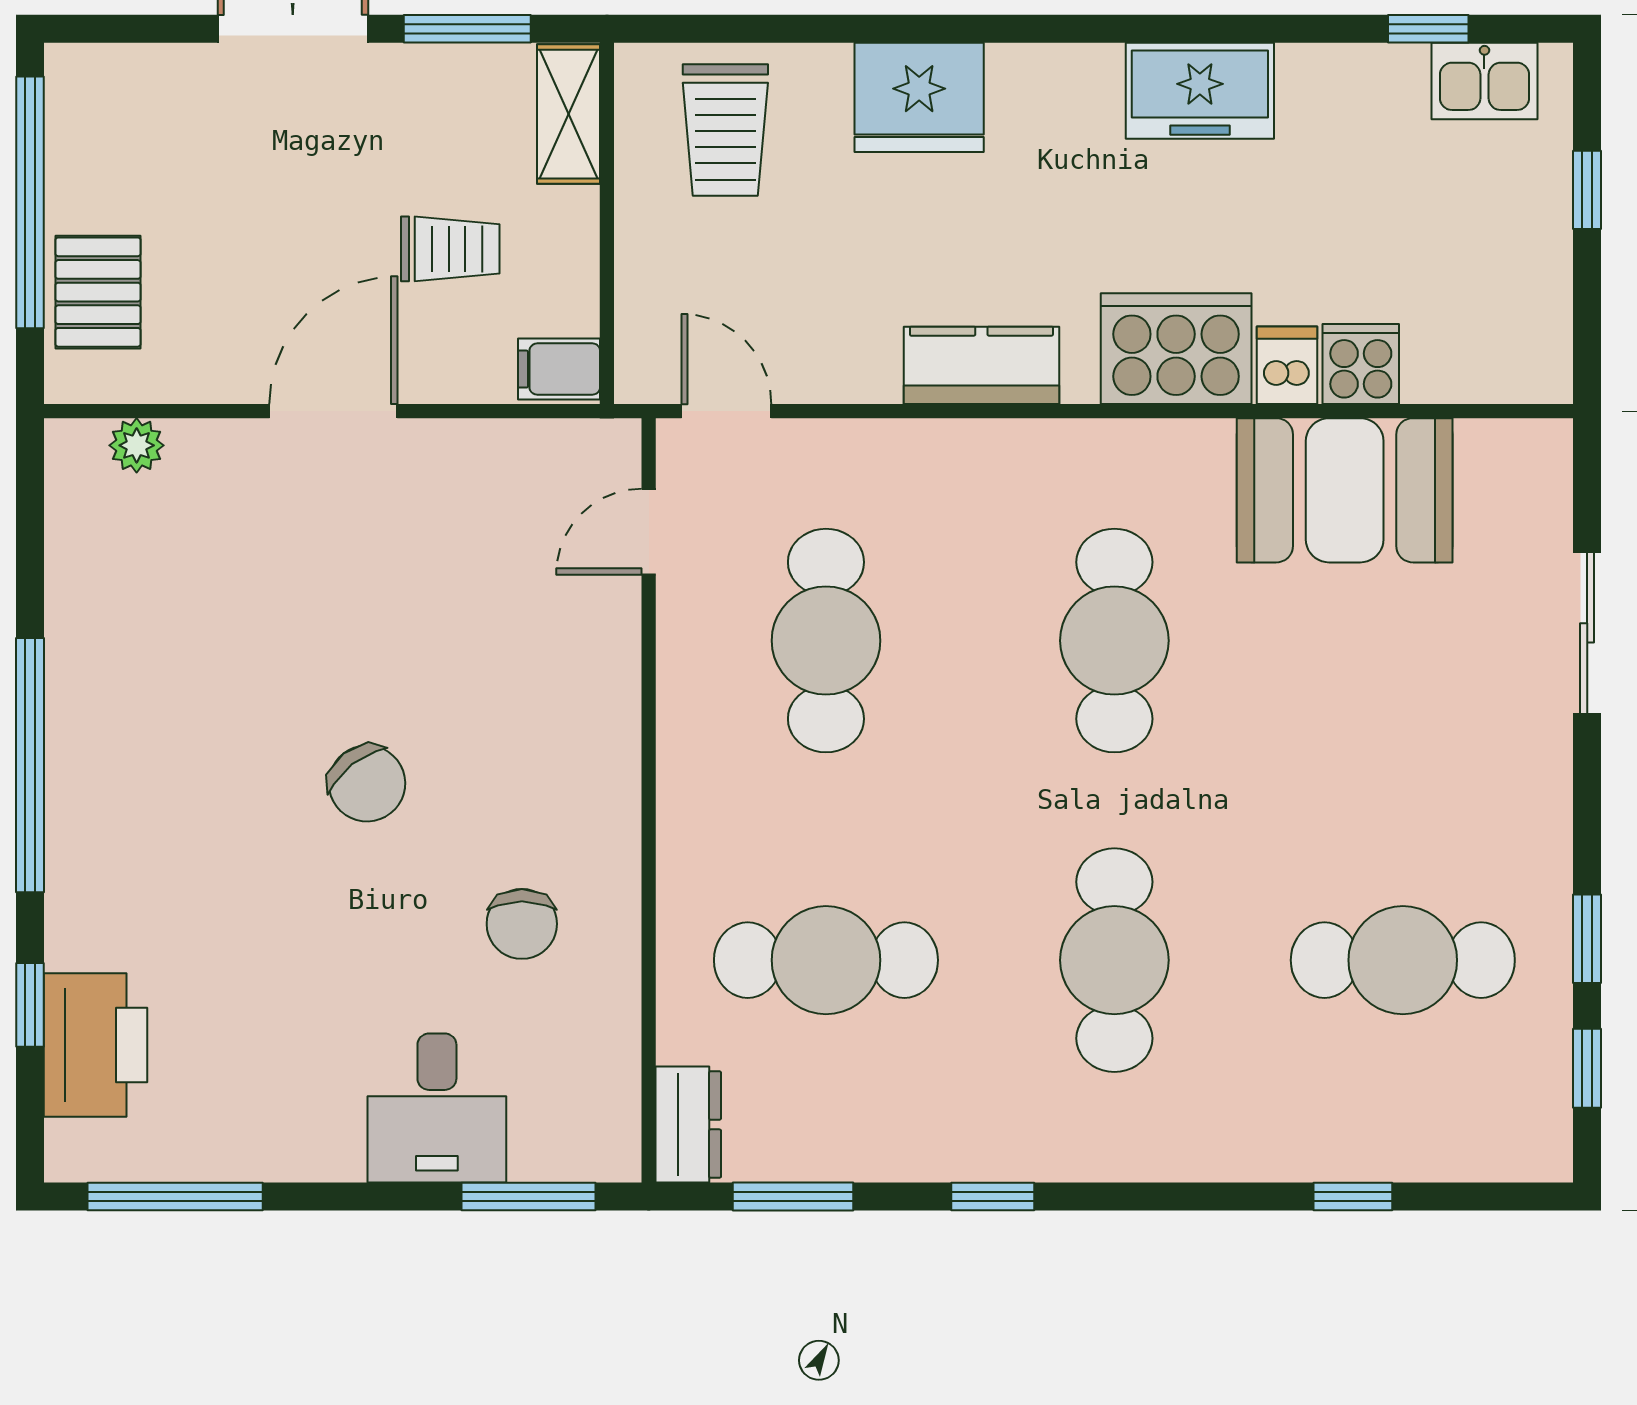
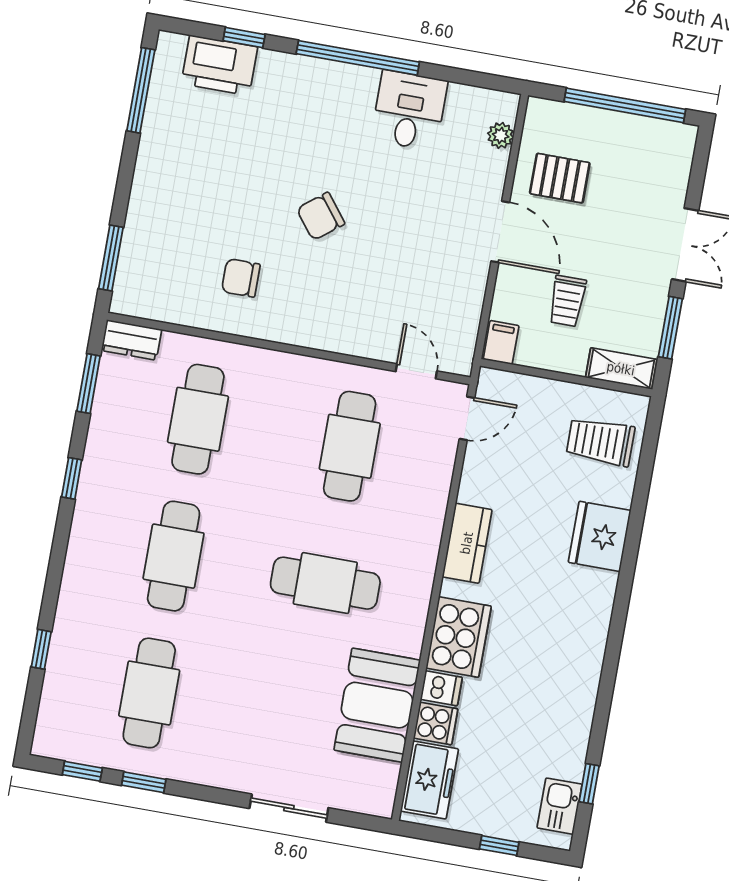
freezer: (1200, 91) -> (430, 780), moved, turned 180
pallet: (98, 292) -> (560, 178), moved
cafe table: (826, 641) -> (350, 446), turned 90
cafe table: (1114, 960) -> (174, 556), turned 90
desk: (437, 1108) -> (409, 110), moved, turned 90

